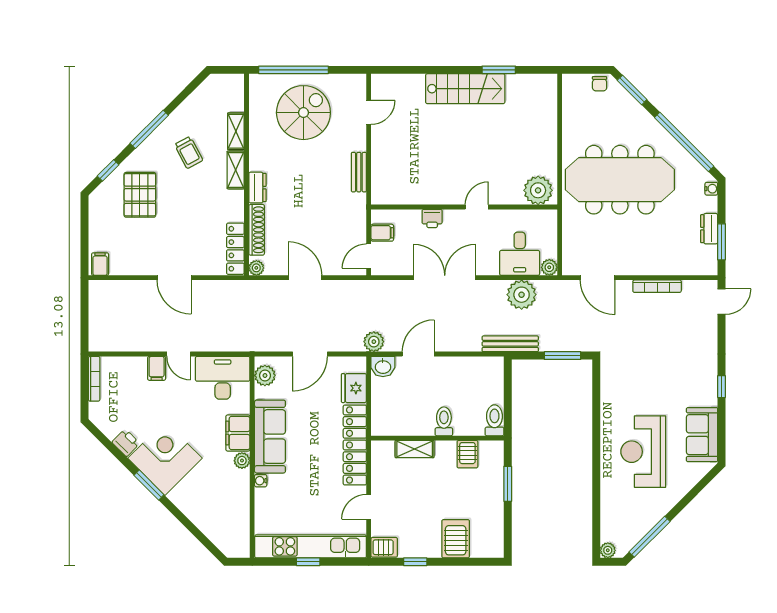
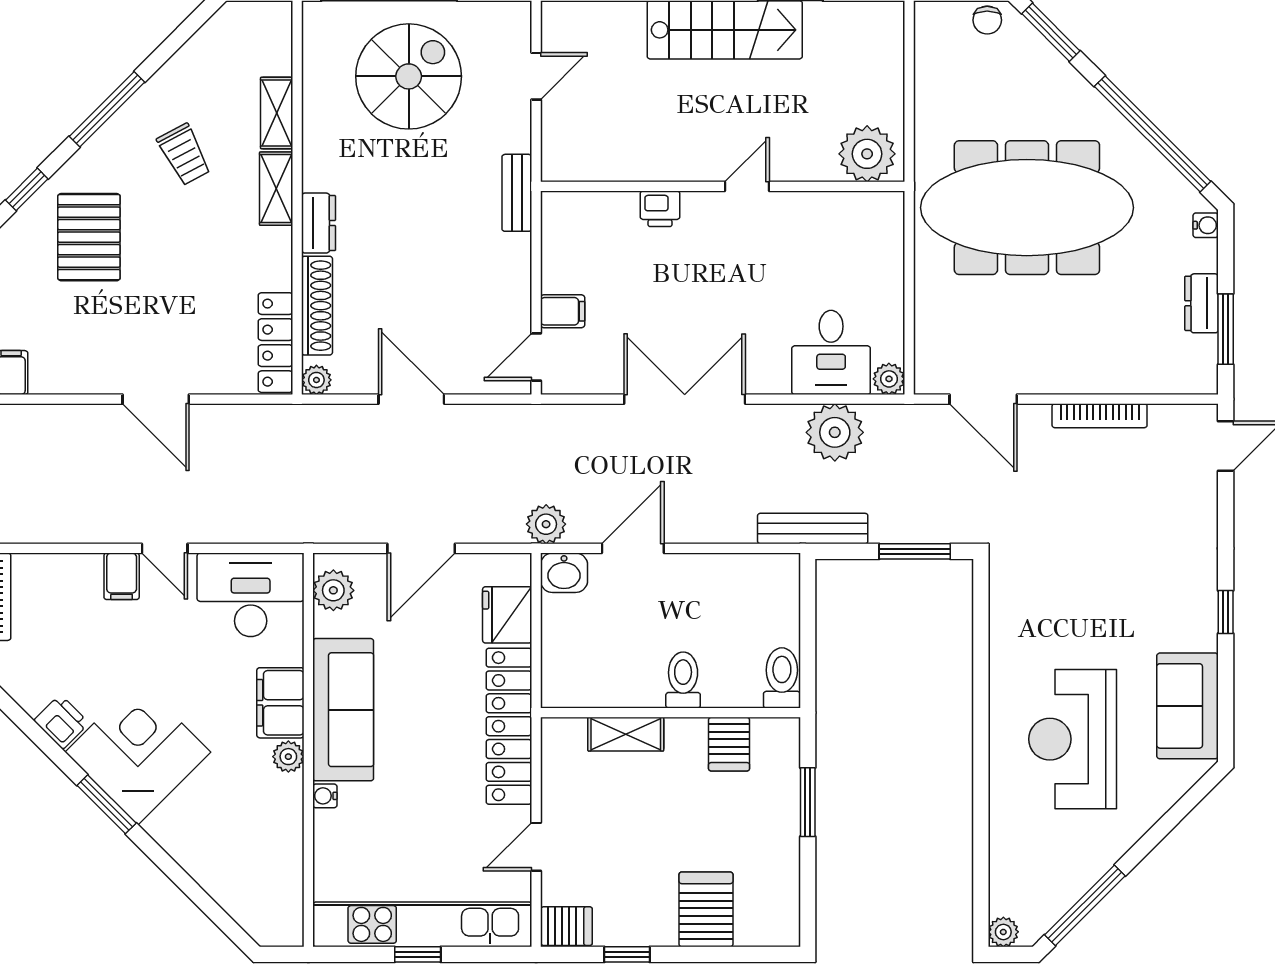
plant: (538, 190) -> (867, 154), moved
wall: (464, 207) -> (723, 186), moved
door: (477, 207) -> (747, 186), moved
printer: (432, 218) -> (660, 209), moved

